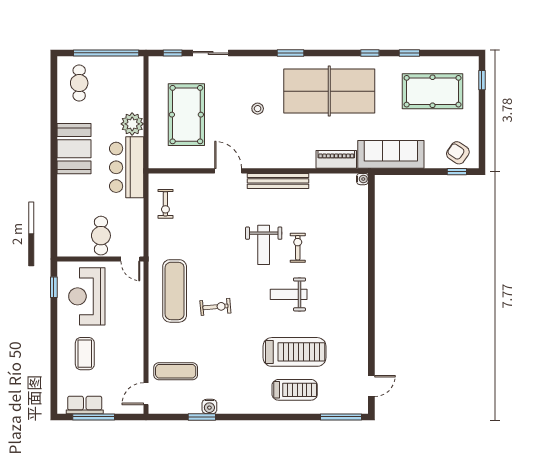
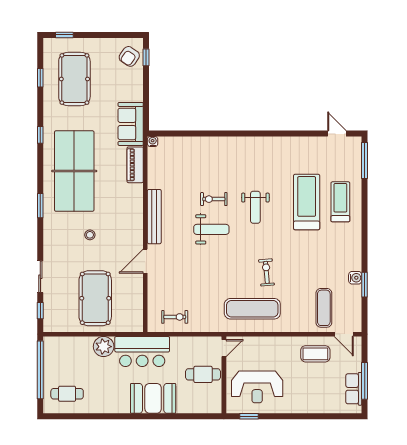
window: (409, 53) -> (40, 78), moved
pool table: (186, 115) -> (95, 298), turned 90
booth: (74, 149) -> (153, 398), moved
sofa: (391, 154) -> (131, 124), width x0.73
coffee table: (85, 354) -> (315, 354), moved

